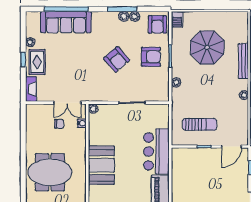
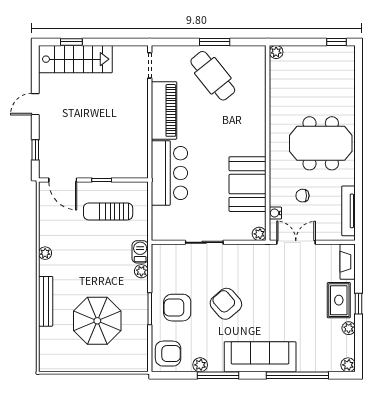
plant: (124, 16) -> (348, 365), moved
barbecue: (177, 19) -> (140, 252), moved
sofa: (66, 22) -> (260, 357), moved
armchair: (157, 24) -> (168, 354), turned 90
chair: (59, 124) -> (302, 196), moved
tv unit: (30, 125) -> (348, 211), added
door: (231, 147) -> (63, 180), swing flipped
booth: (101, 165) -> (248, 184), moved

